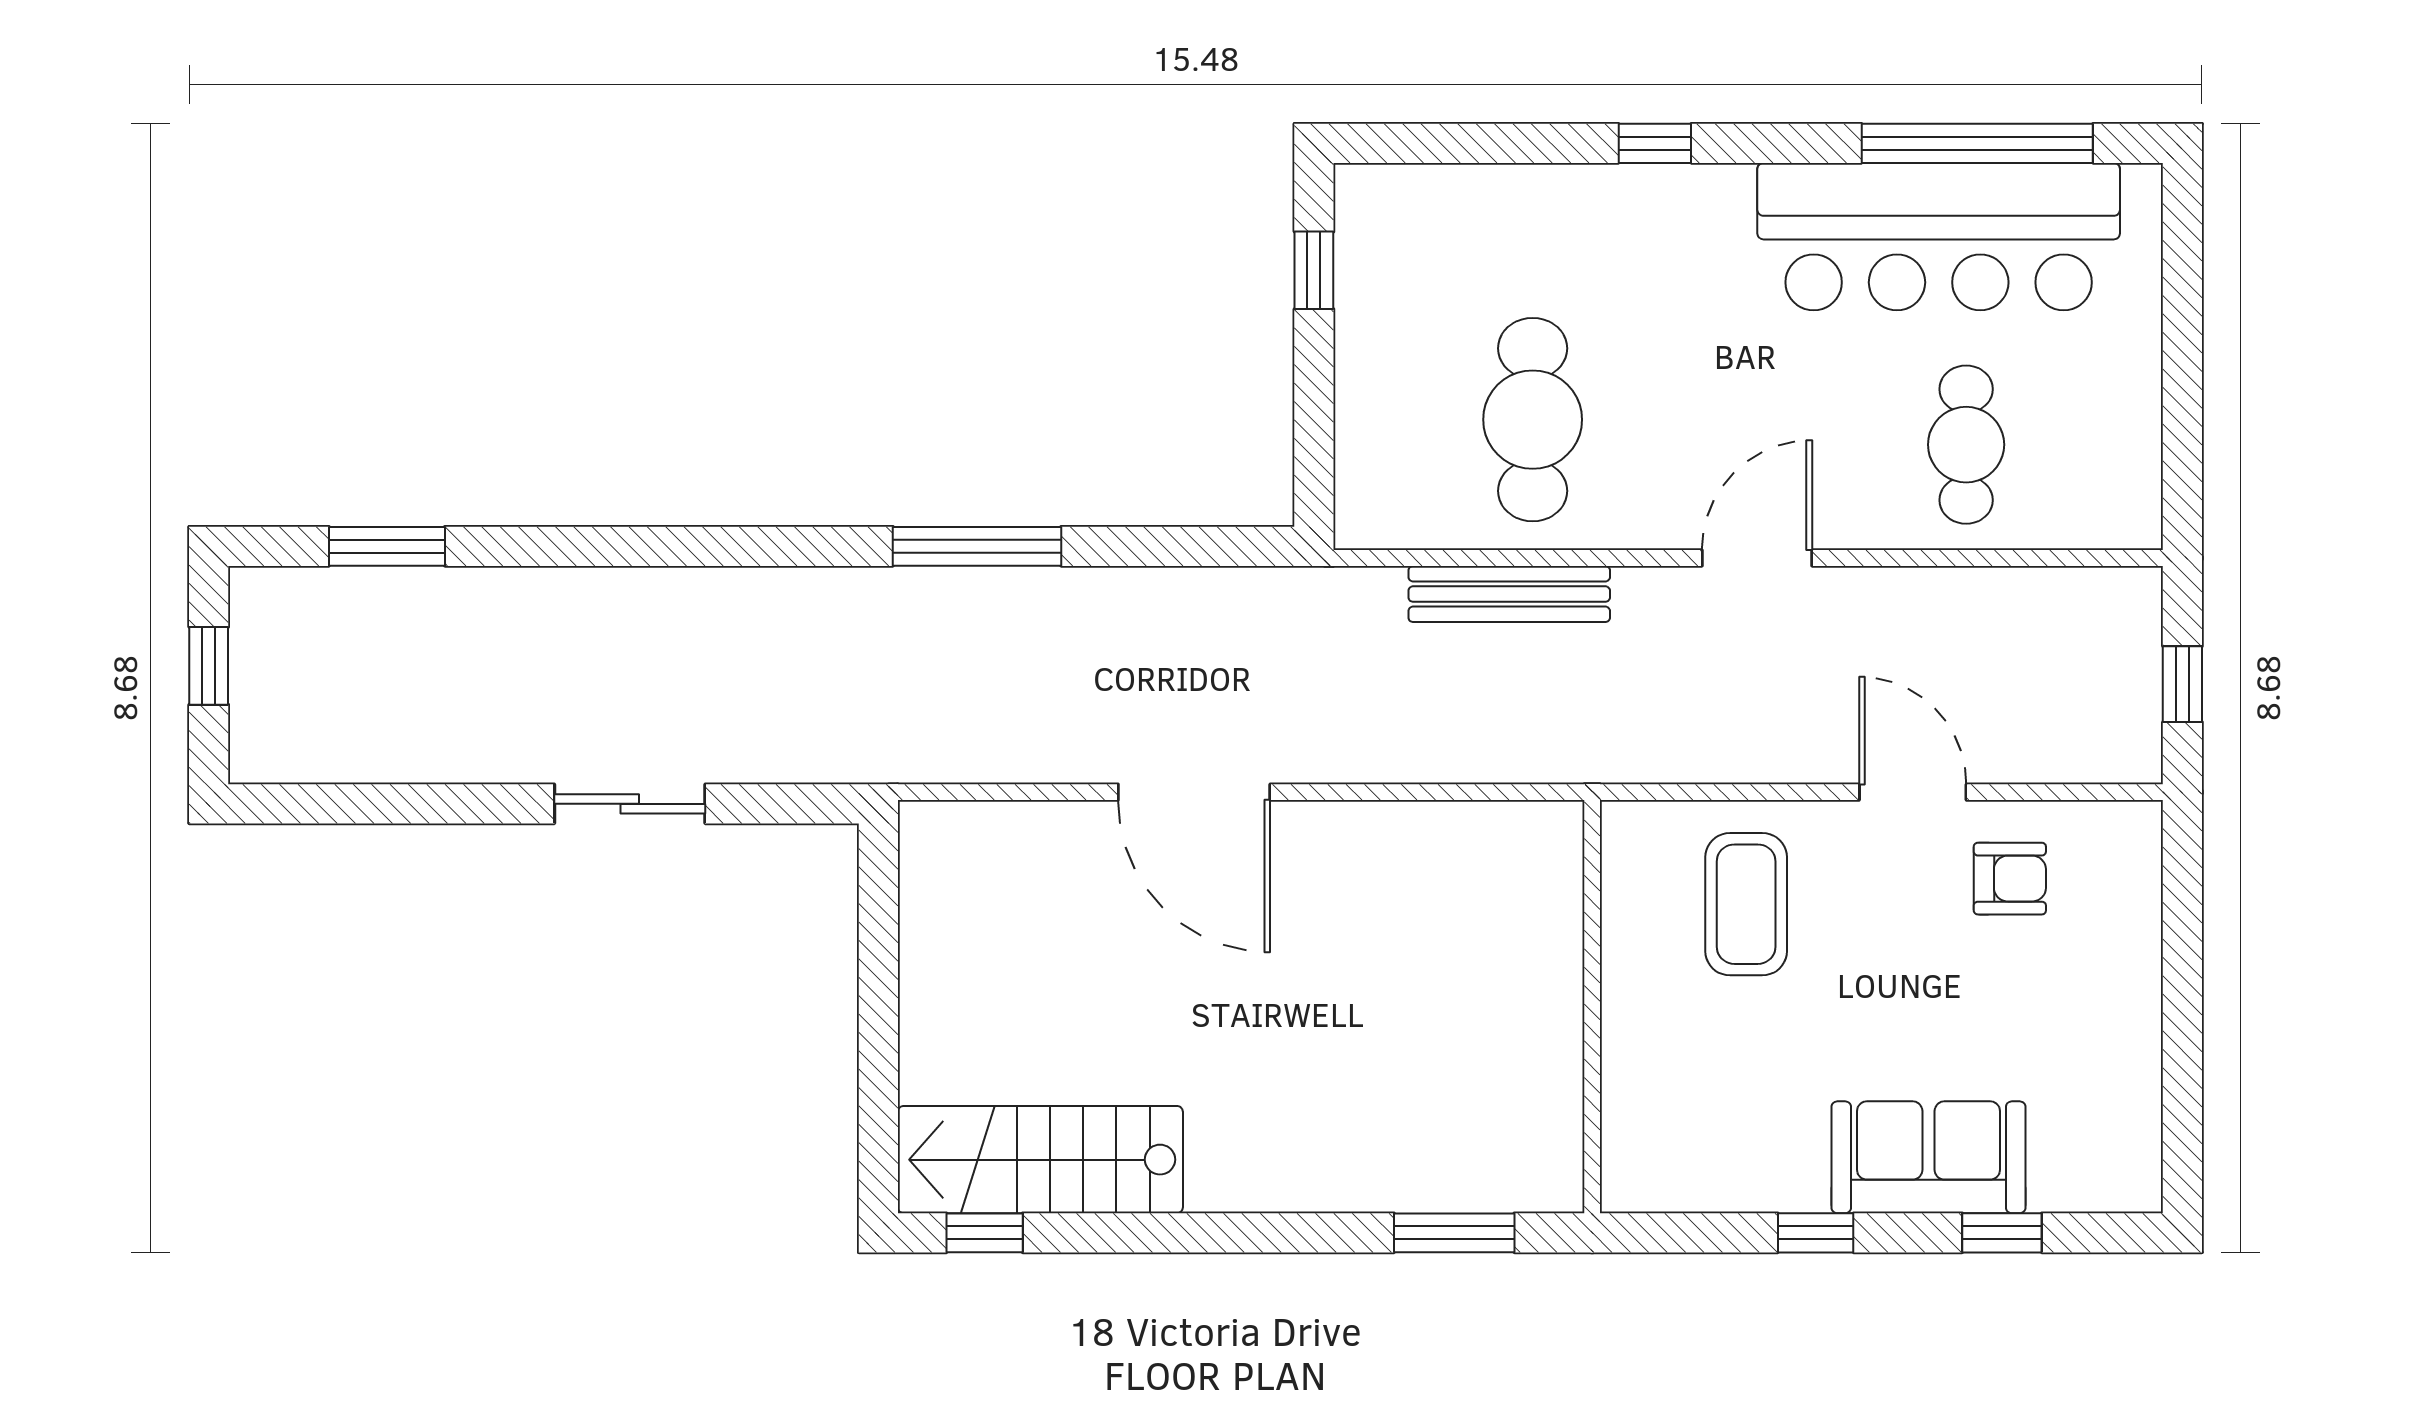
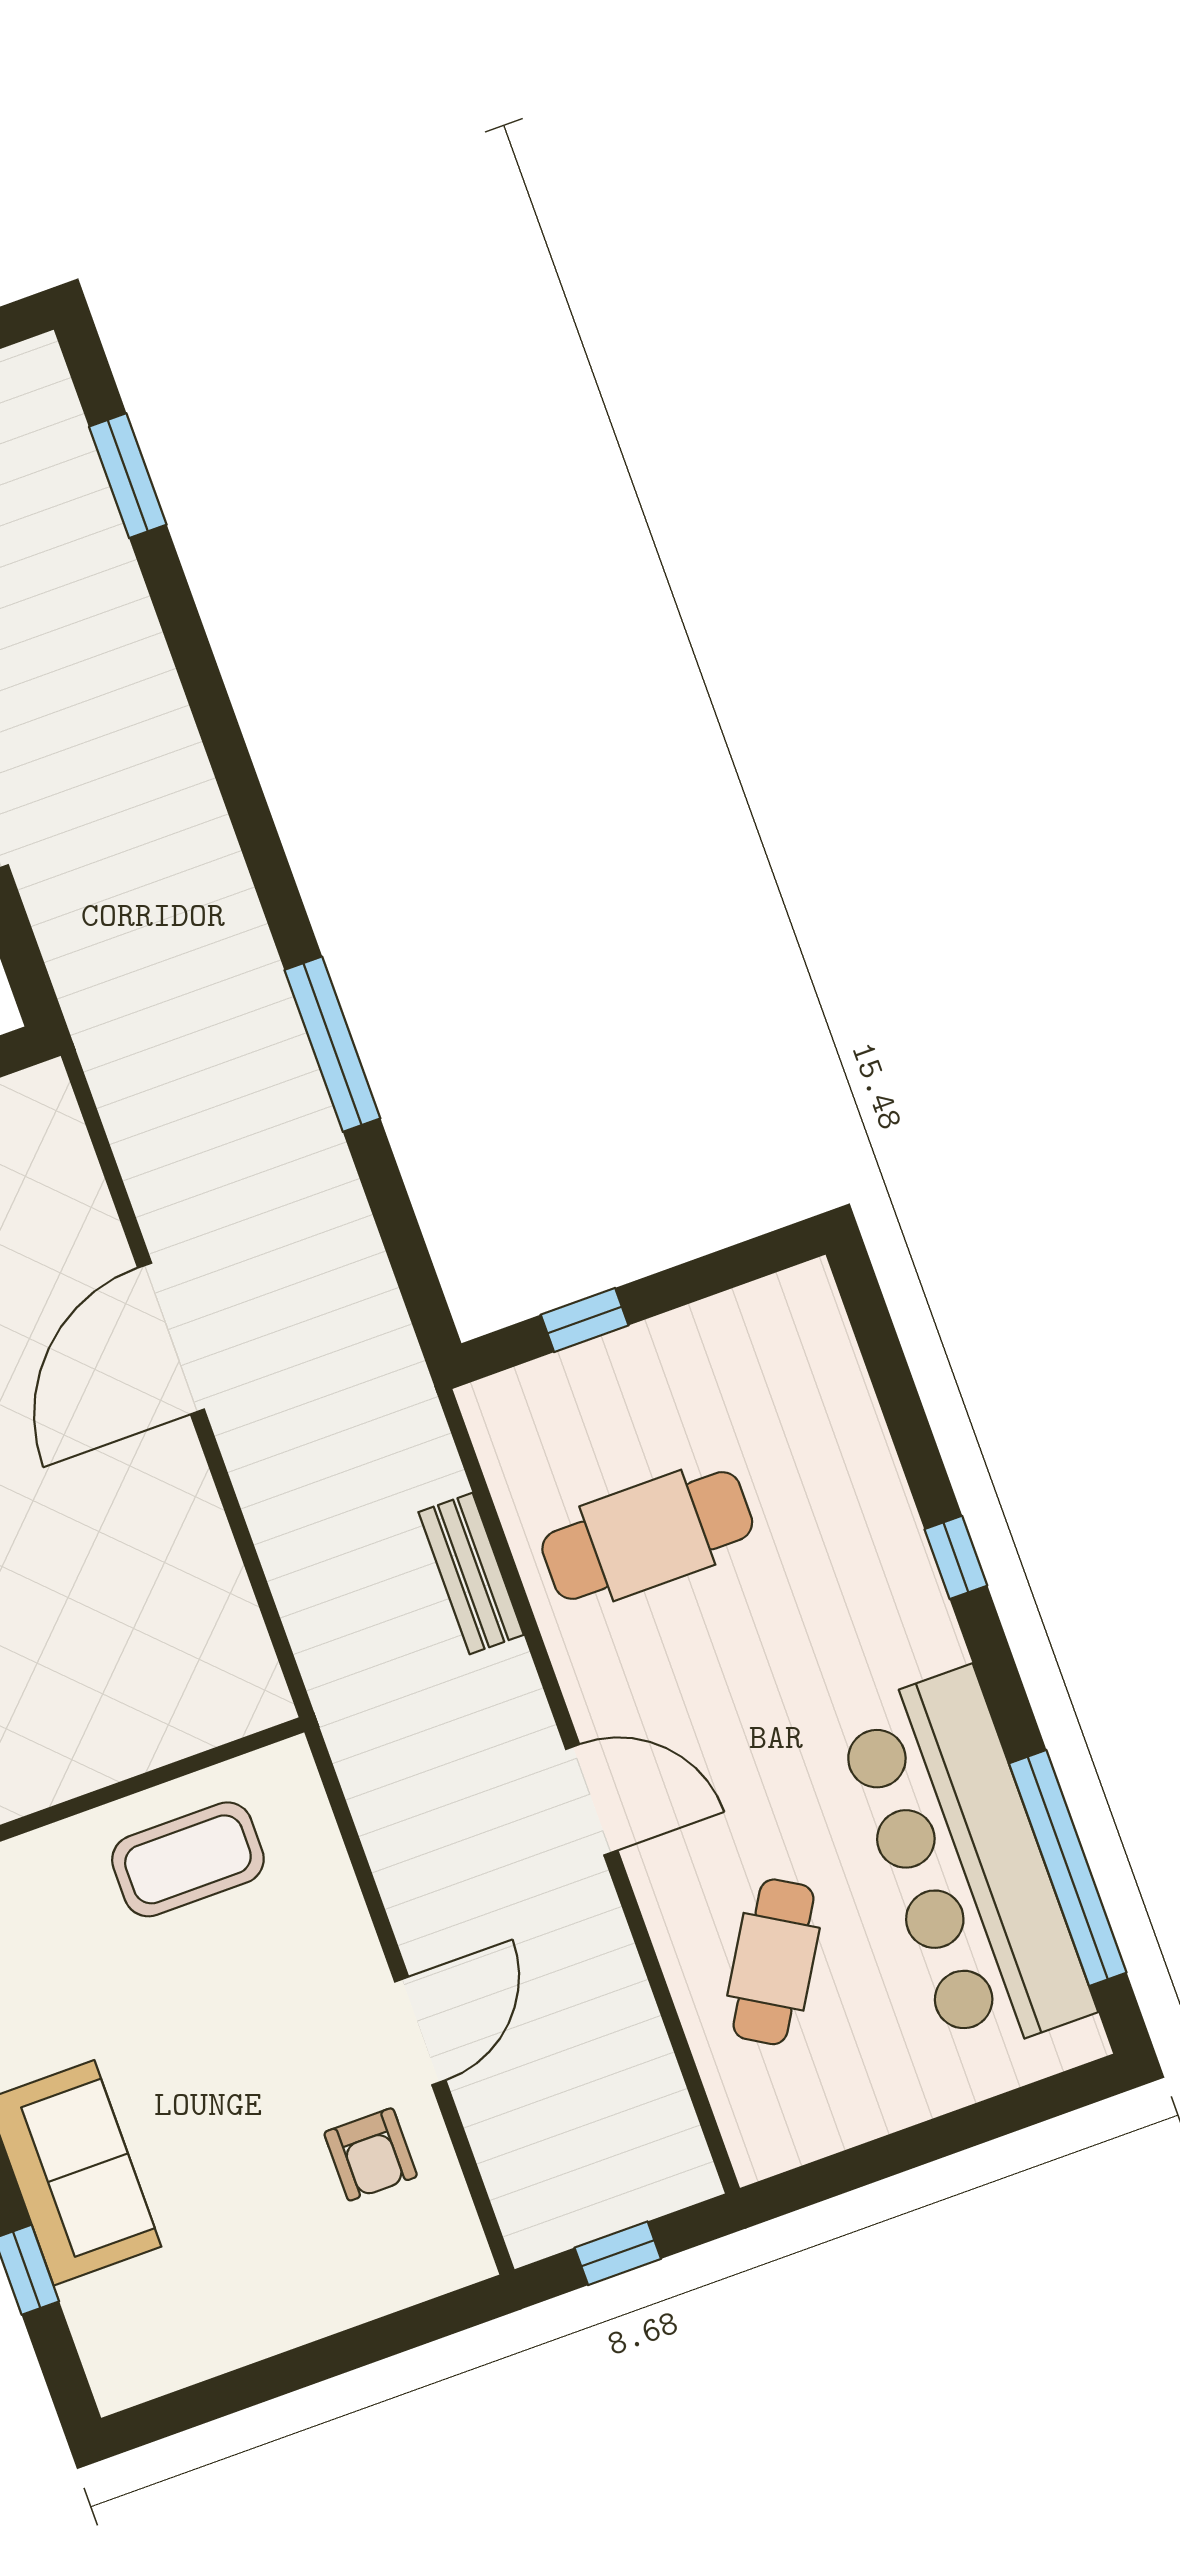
window: (1314, 270) -> (585, 1320), moved
cafe table: (1966, 445) -> (773, 1962), turned -59
bench: (1509, 594) -> (471, 1573), width x0.73
coffee table: (1746, 904) -> (188, 1859), moved

